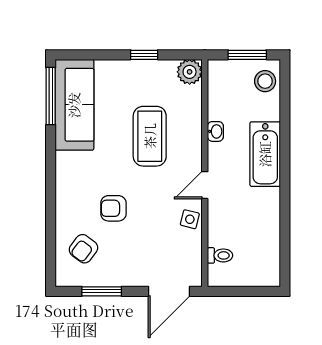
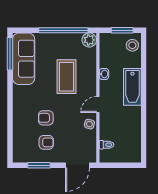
window: (144, 55) -> (63, 30), width x3.17
armchair: (83, 249) -> (46, 142), moved, turned -127

